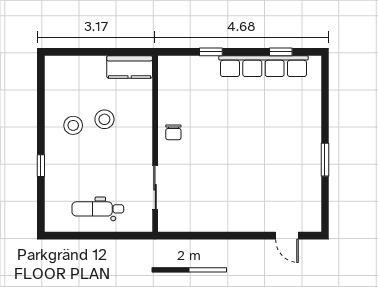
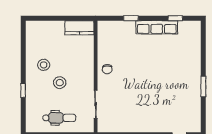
row of seats: (263, 66) -> (157, 27), width x0.73
stool: (104, 119) -> (60, 83), moved
dental chair: (98, 209) -> (59, 118), turned 180

